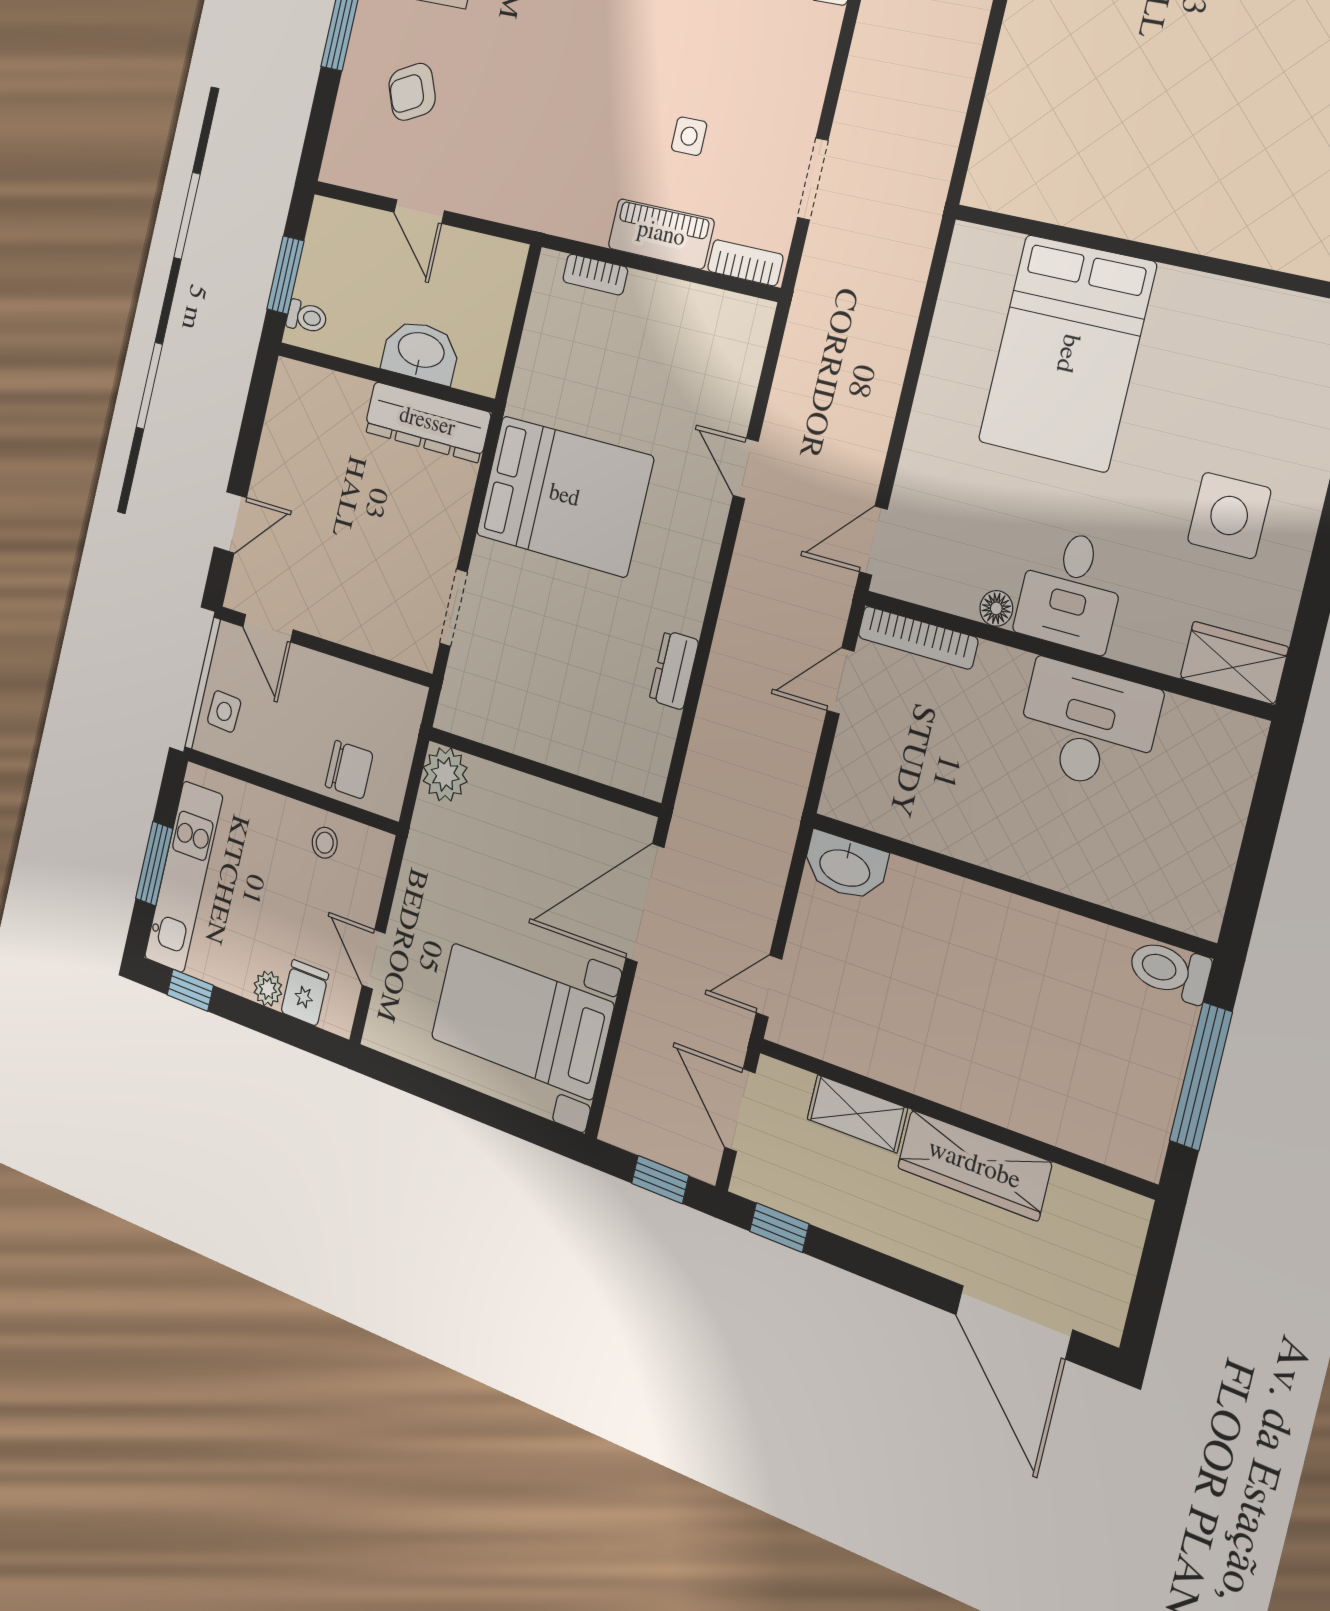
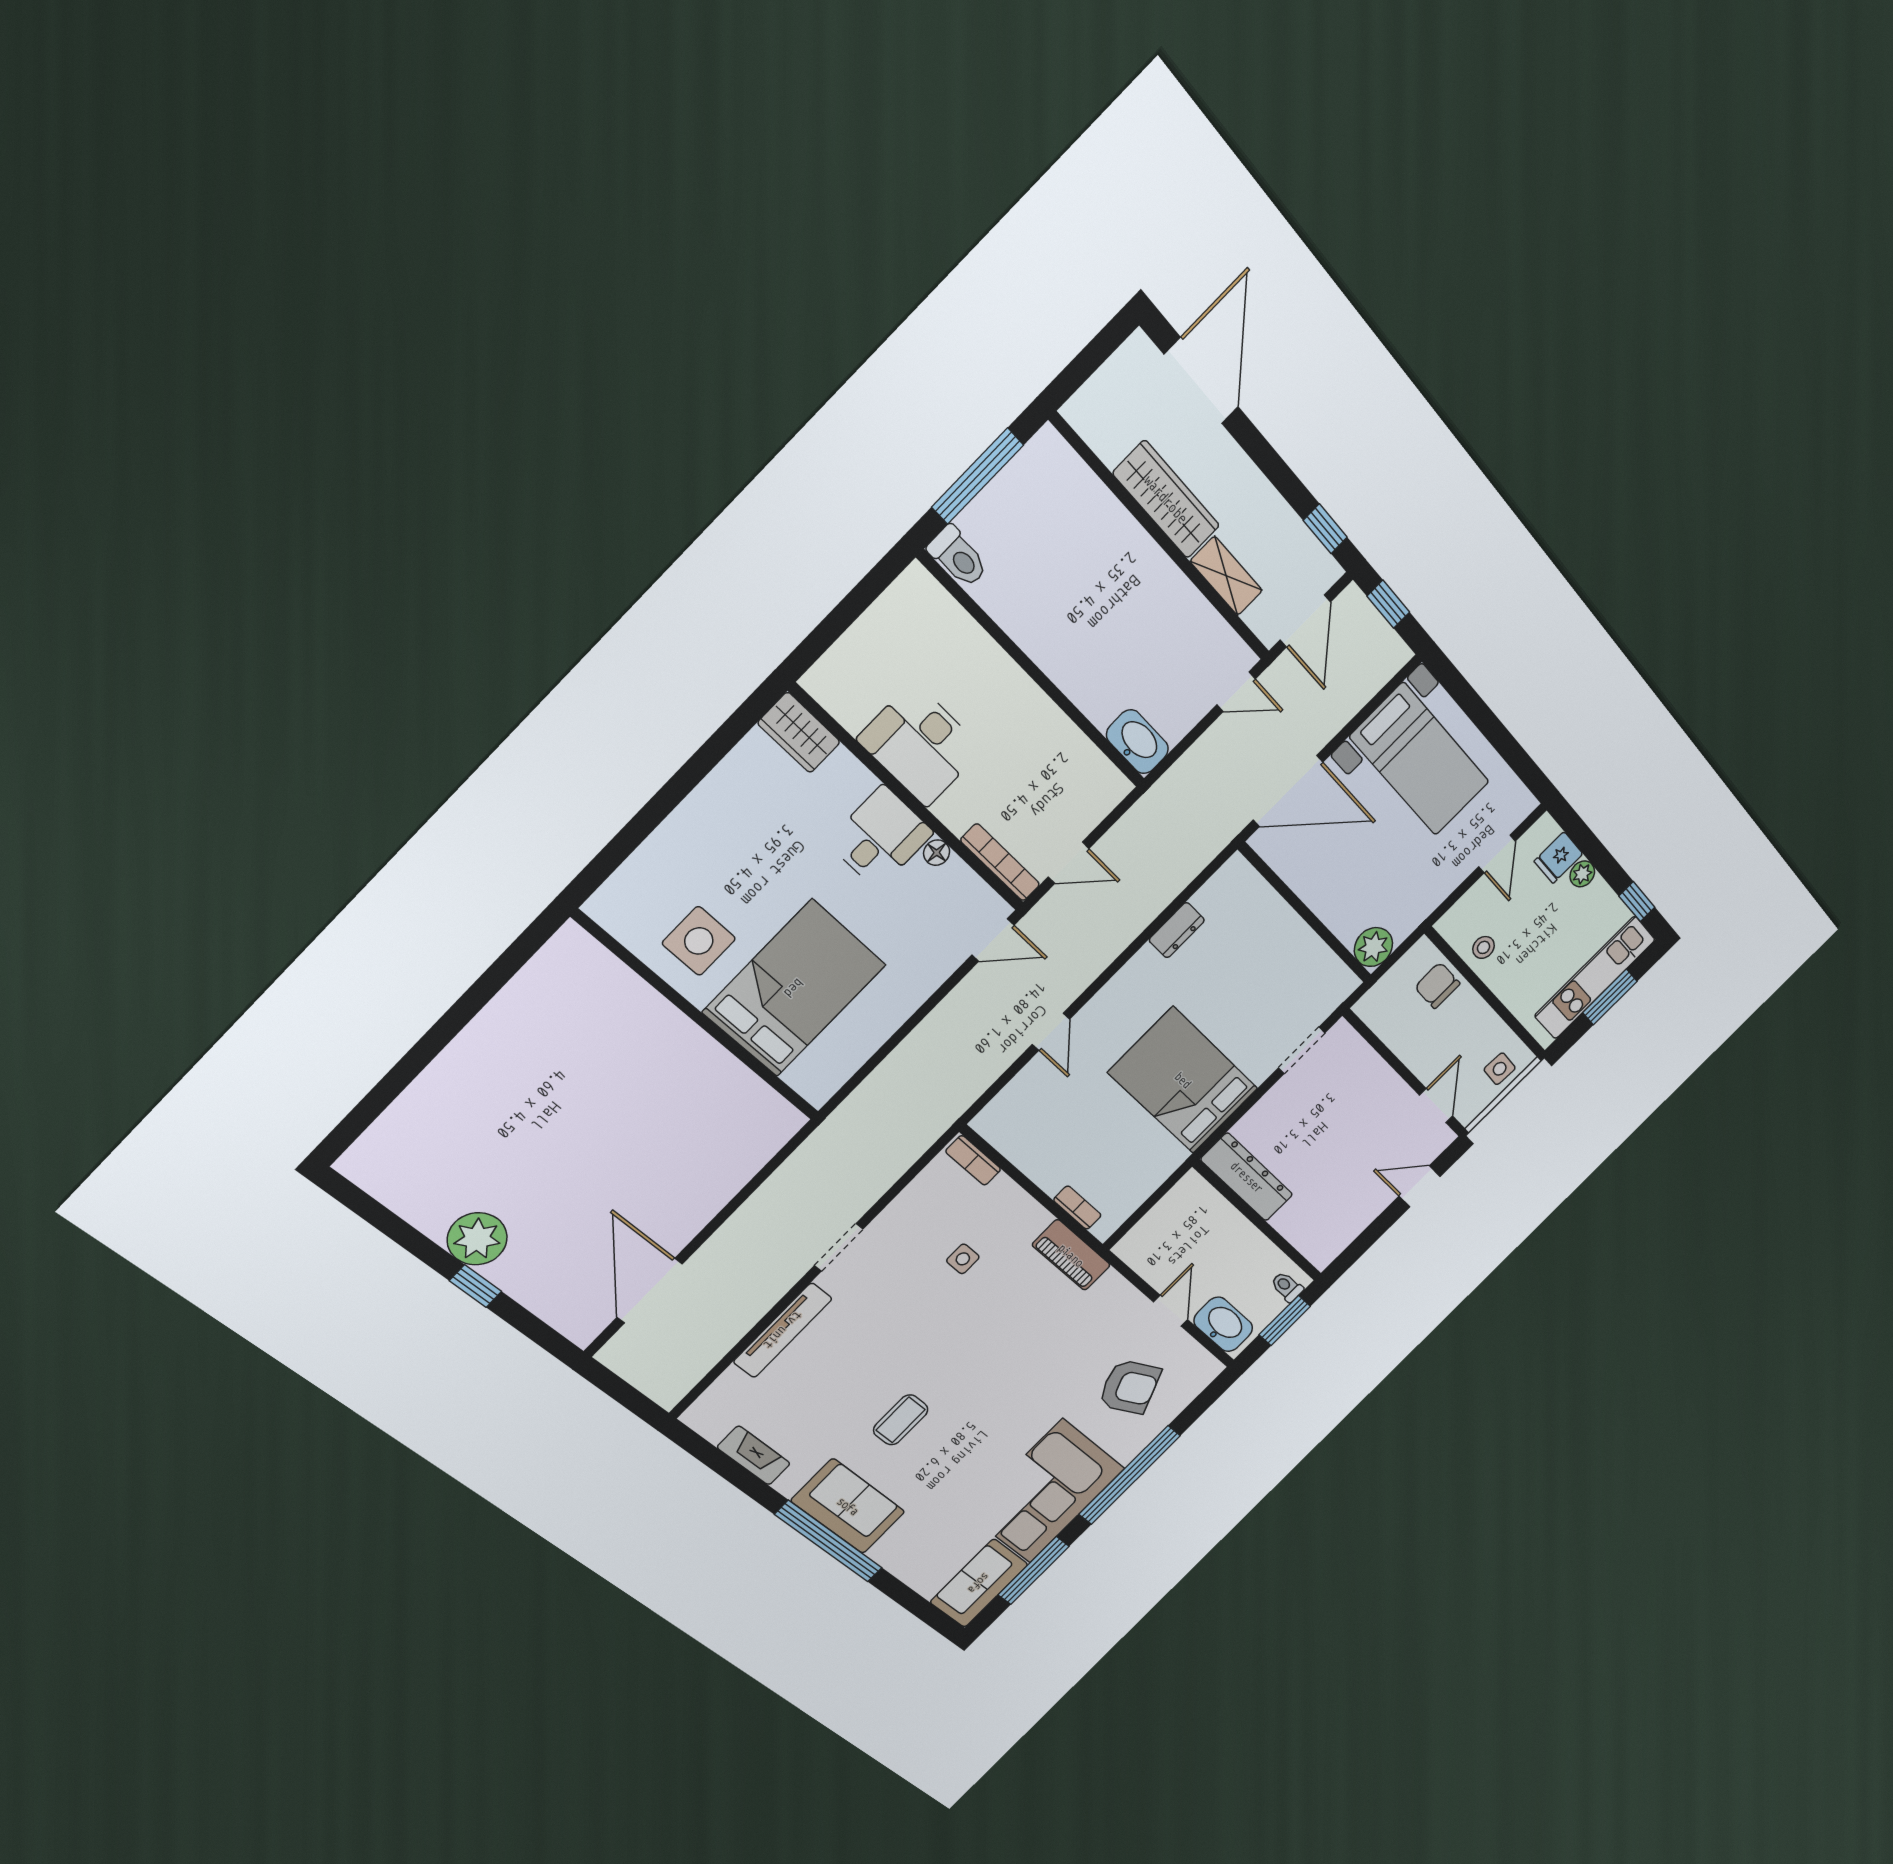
armchair: (412, 92) -> (1130, 1387), width x1.38, depth x1.38
doorway: (813, 179) -> (839, 1247), moved
piano: (661, 234) -> (1071, 1255), moved
washbasin: (421, 352) -> (1223, 1324), moved, turned 180
side table: (1229, 515) -> (699, 941), moved

